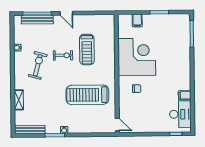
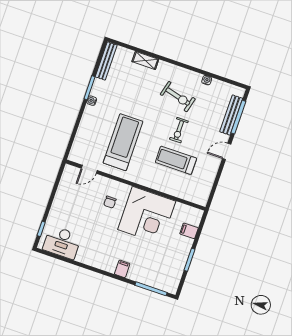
filing cabinet: (185, 95) -> (122, 269), moved
door: (117, 124) -> (89, 169), moved

